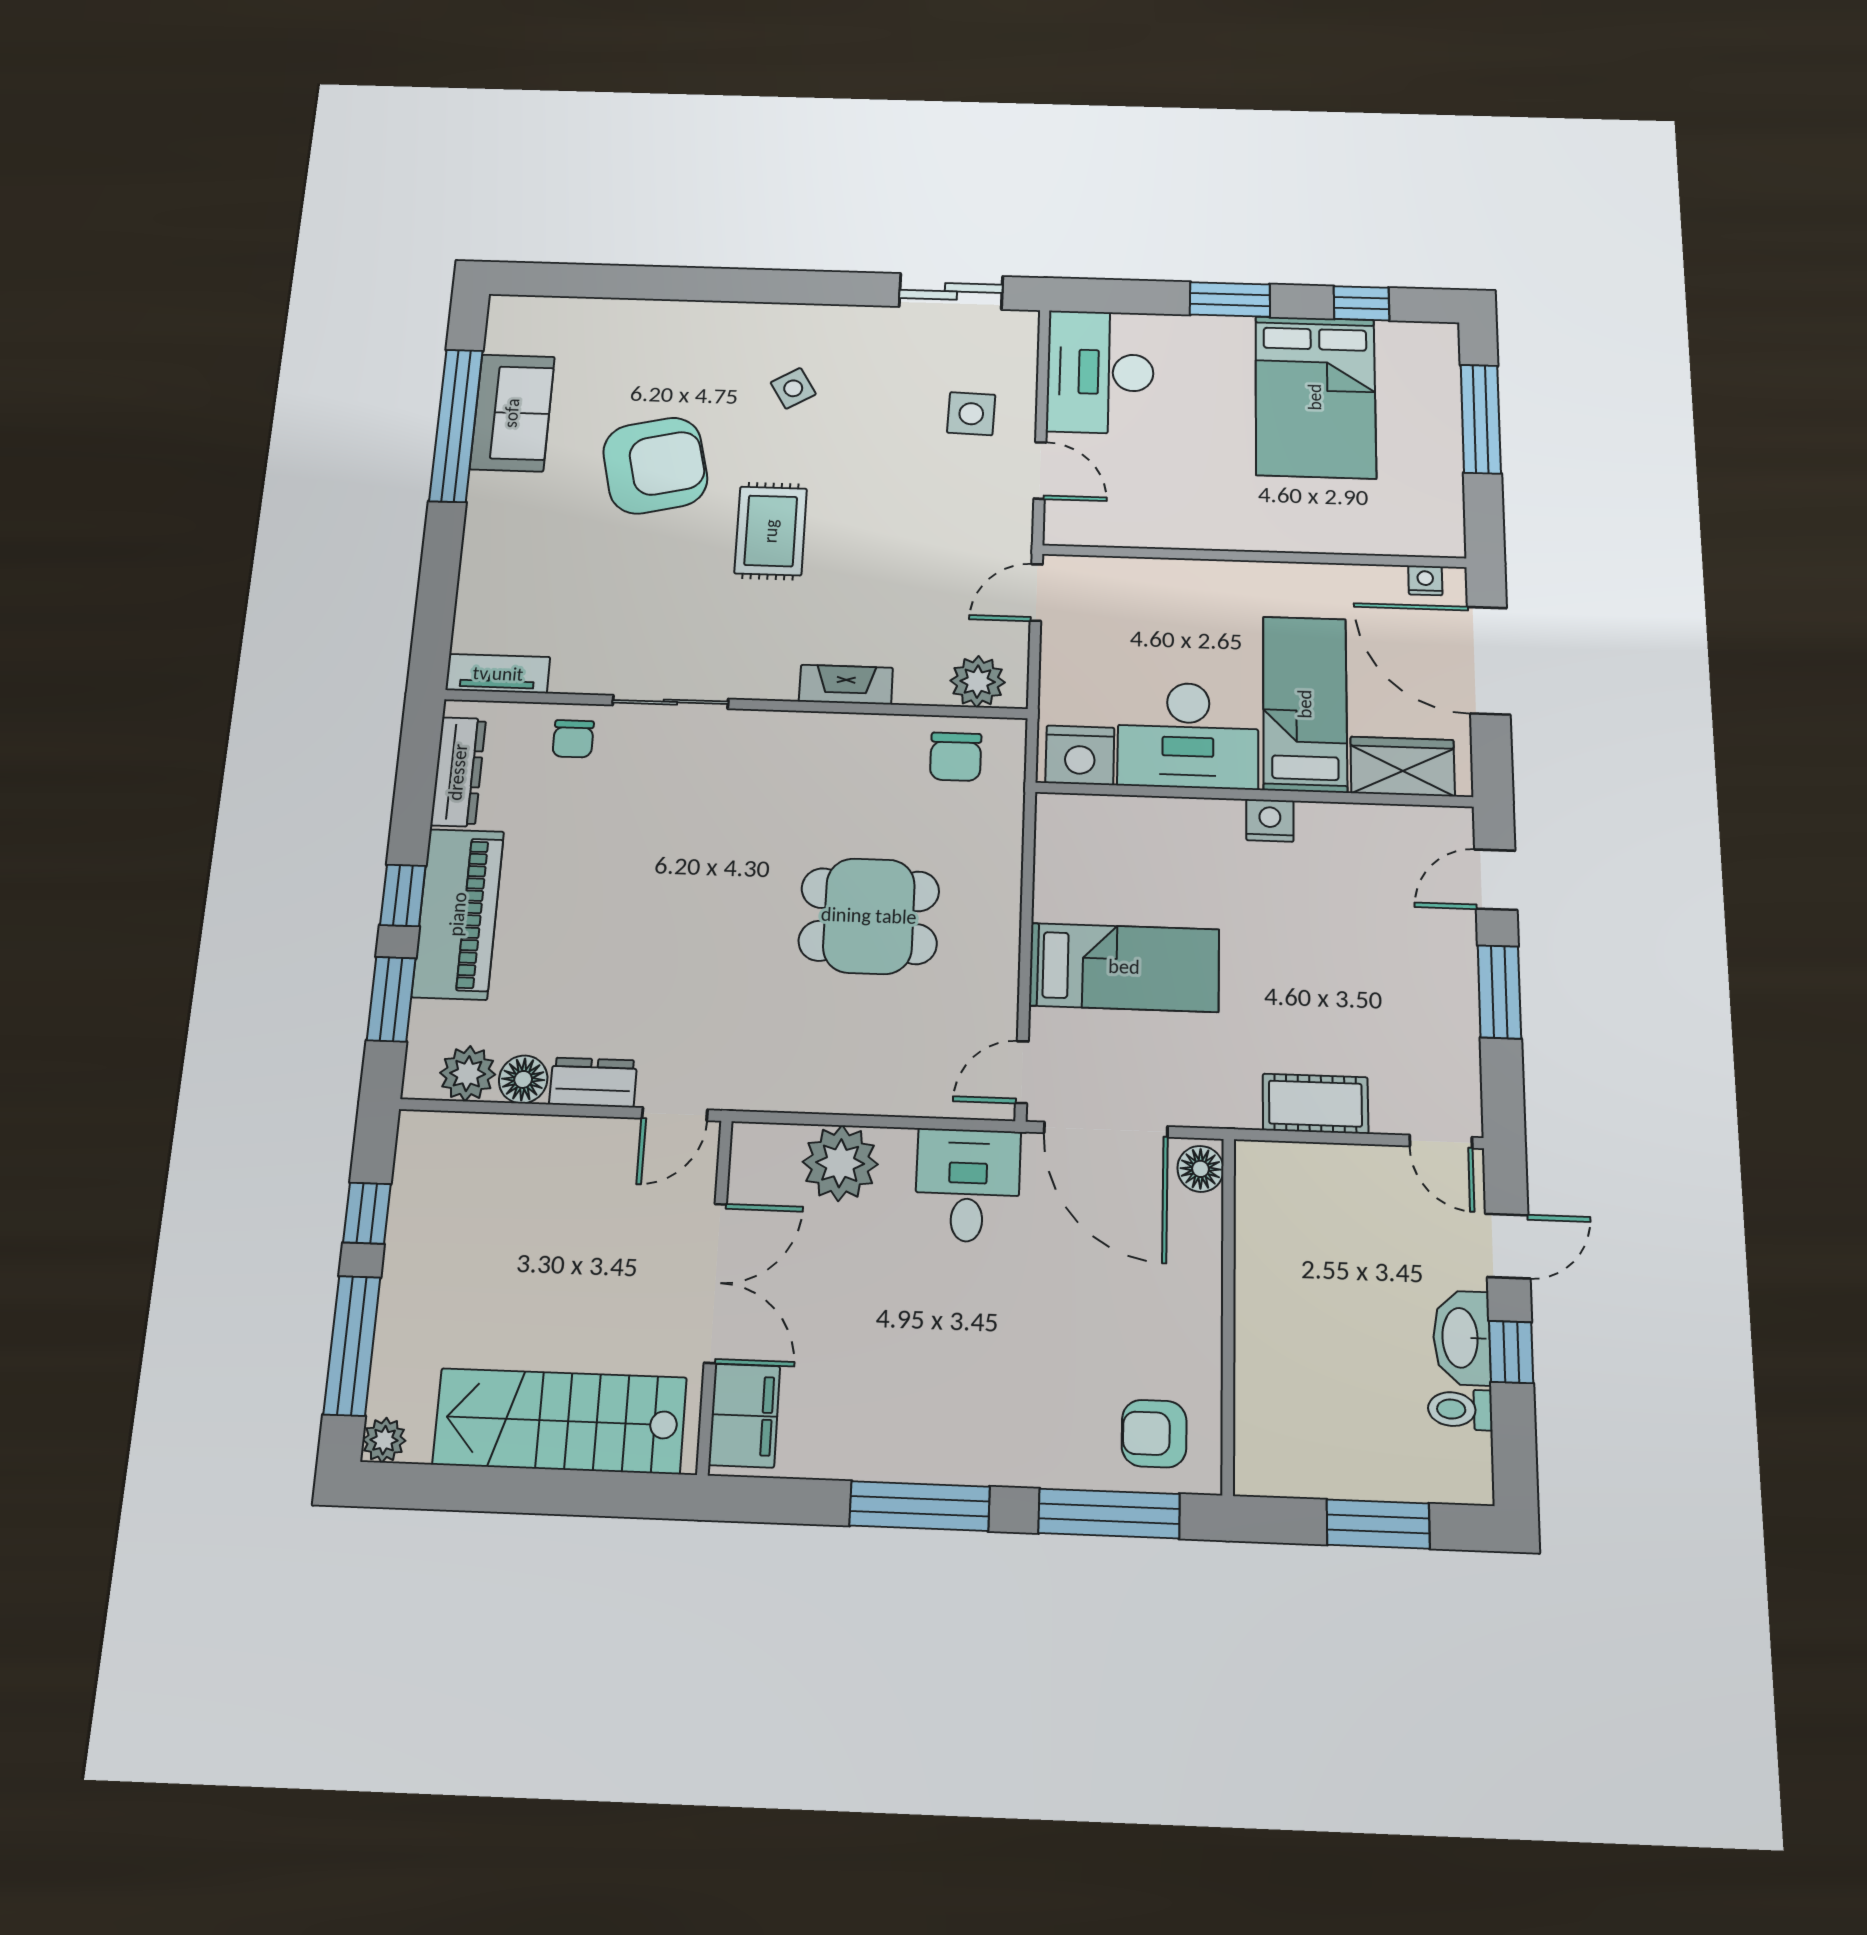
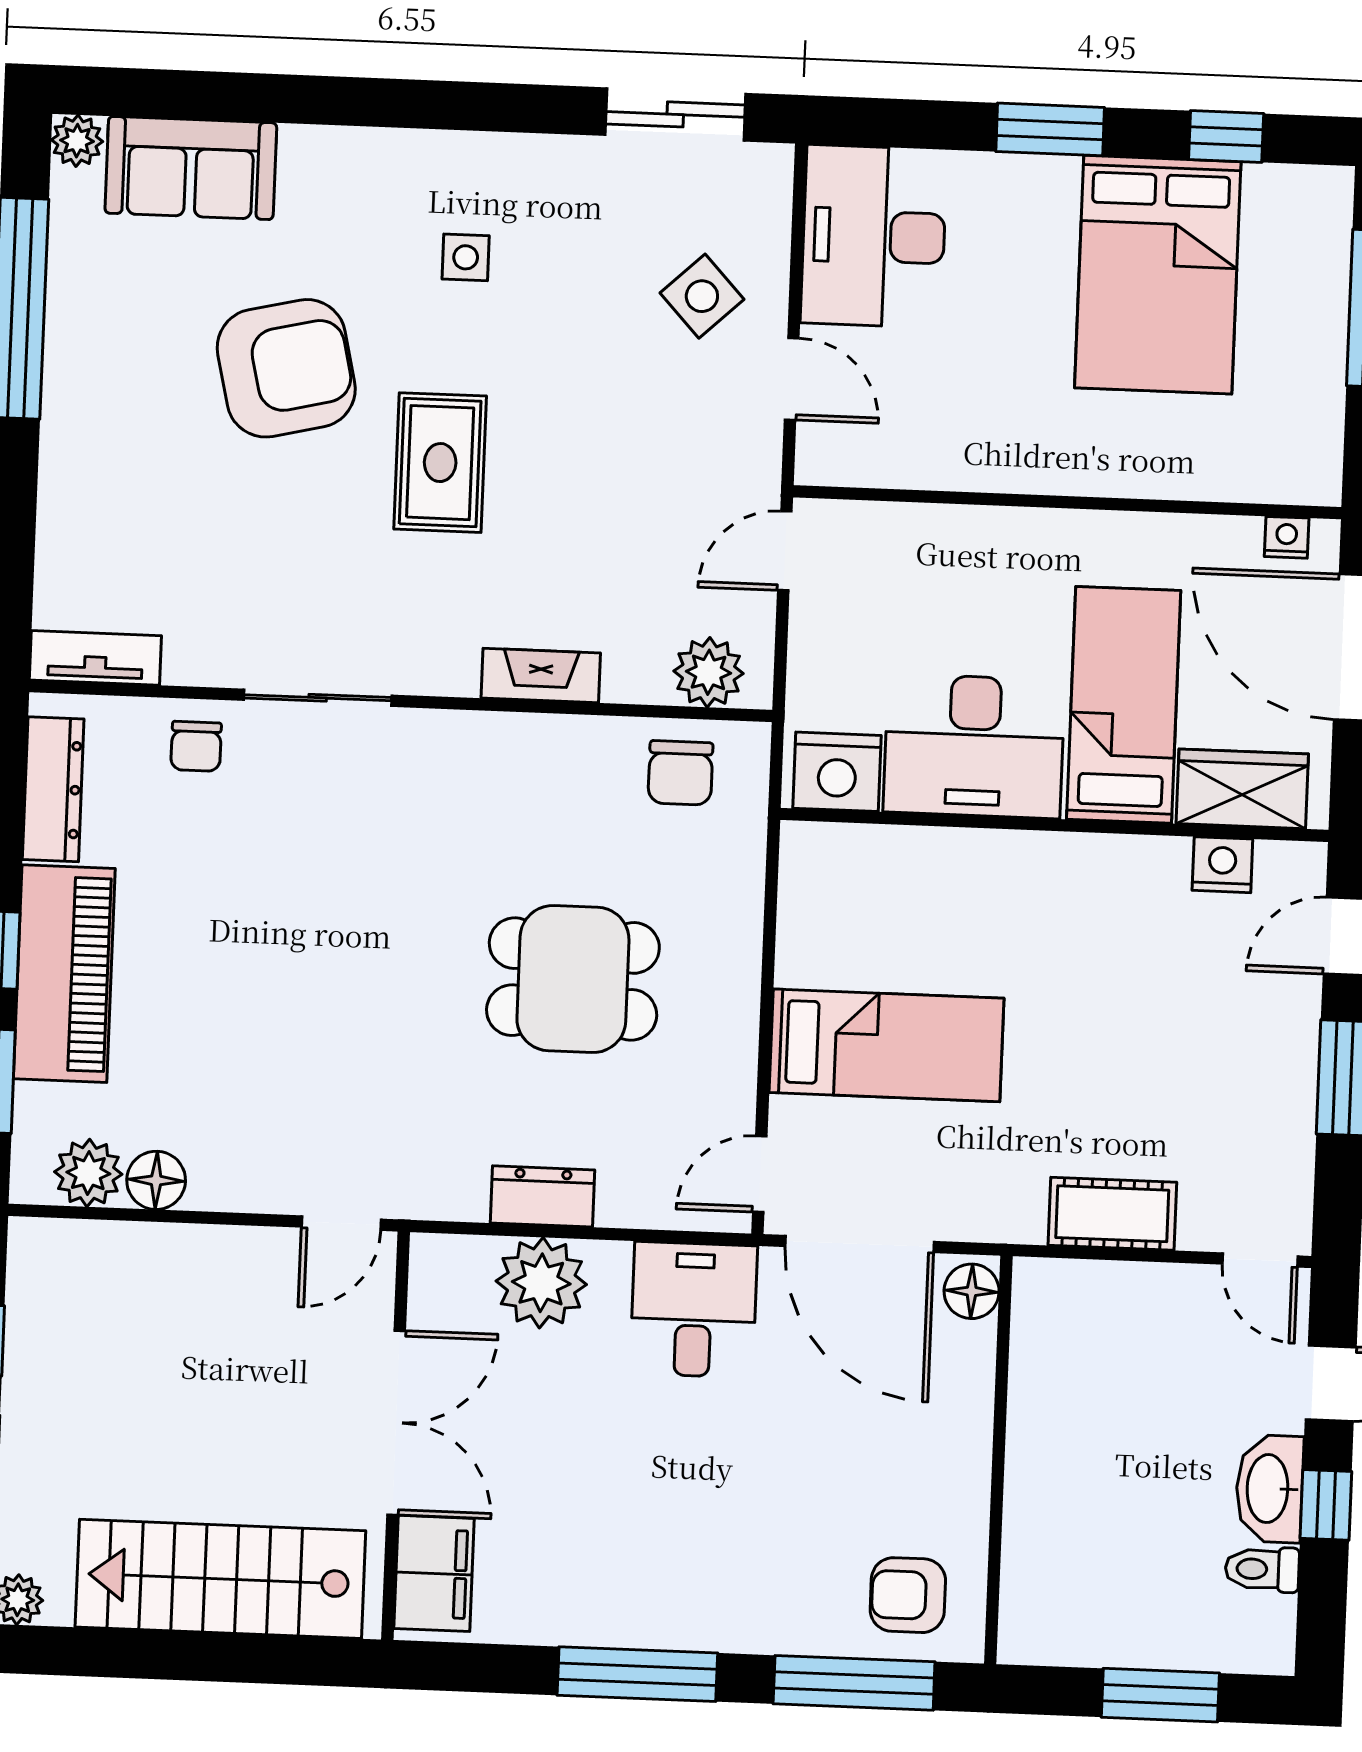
plant: (506, 312) -> (77, 141), added
side table: (793, 388) -> (466, 257), turned 31
sofa: (512, 413) -> (191, 168), moved, turned 90
side table: (971, 414) -> (702, 296), turned 45
nightstand: (1270, 820) -> (1222, 865), moved
dresser: (593, 1082) -> (543, 1196), moved

